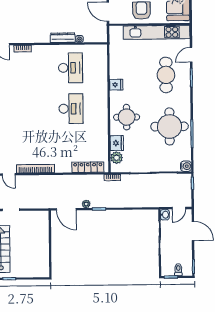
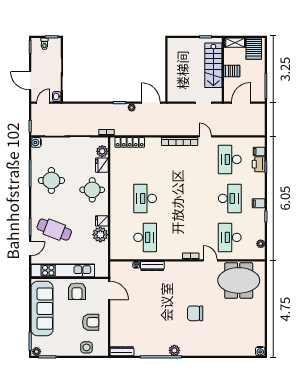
desk: (71, 68) -> (145, 237), turned 180
plant: (118, 70) -> (100, 235), added
cafe table: (166, 75) -> (54, 230), turned -69
round table: (169, 126) -> (51, 180), width x0.73, depth x0.73

